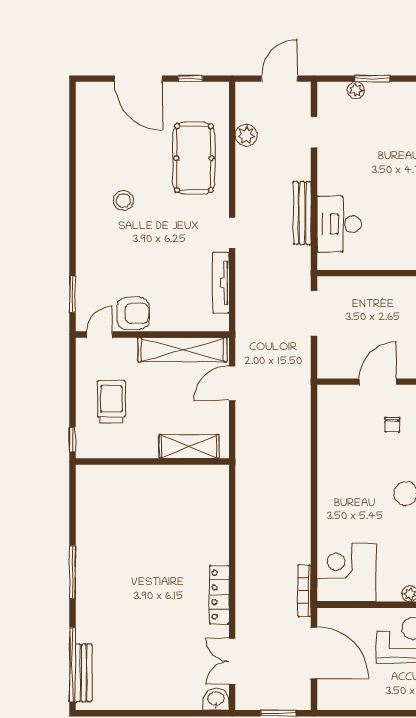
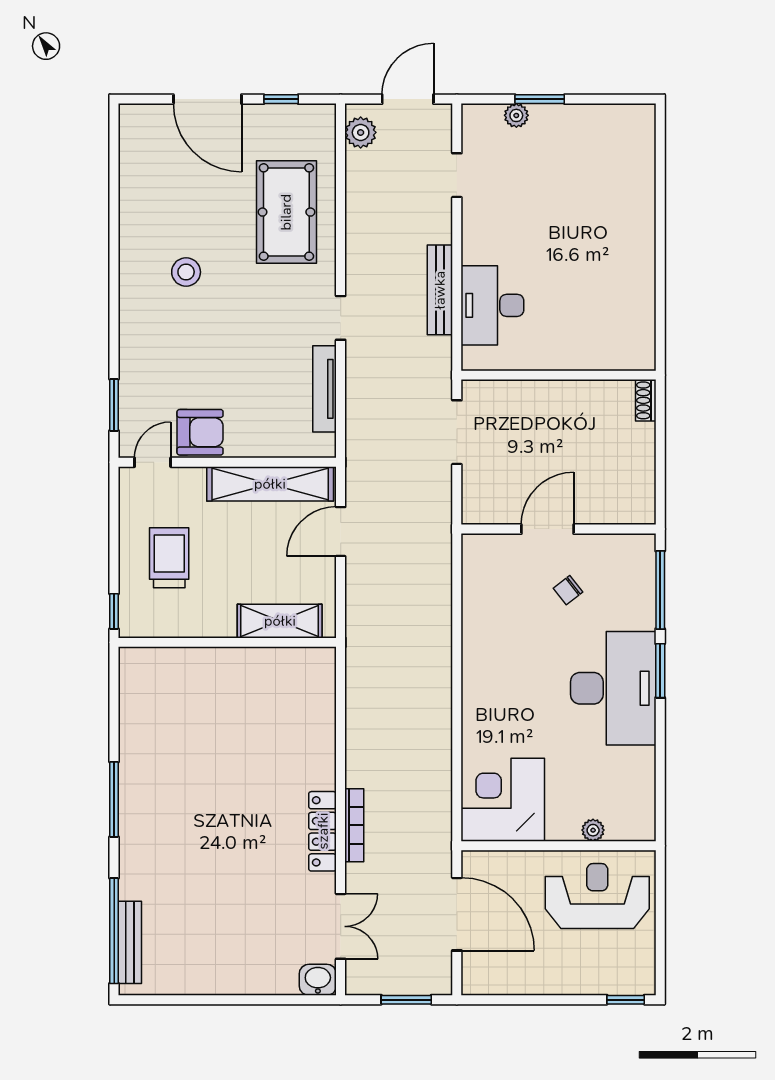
plant: (246, 135) -> (361, 132), moved
chair: (392, 425) -> (568, 590), turned 52
bookcase: (304, 591) -> (354, 825), moved, turned 180
double door: (232, 661) -> (341, 926), swing flipped

